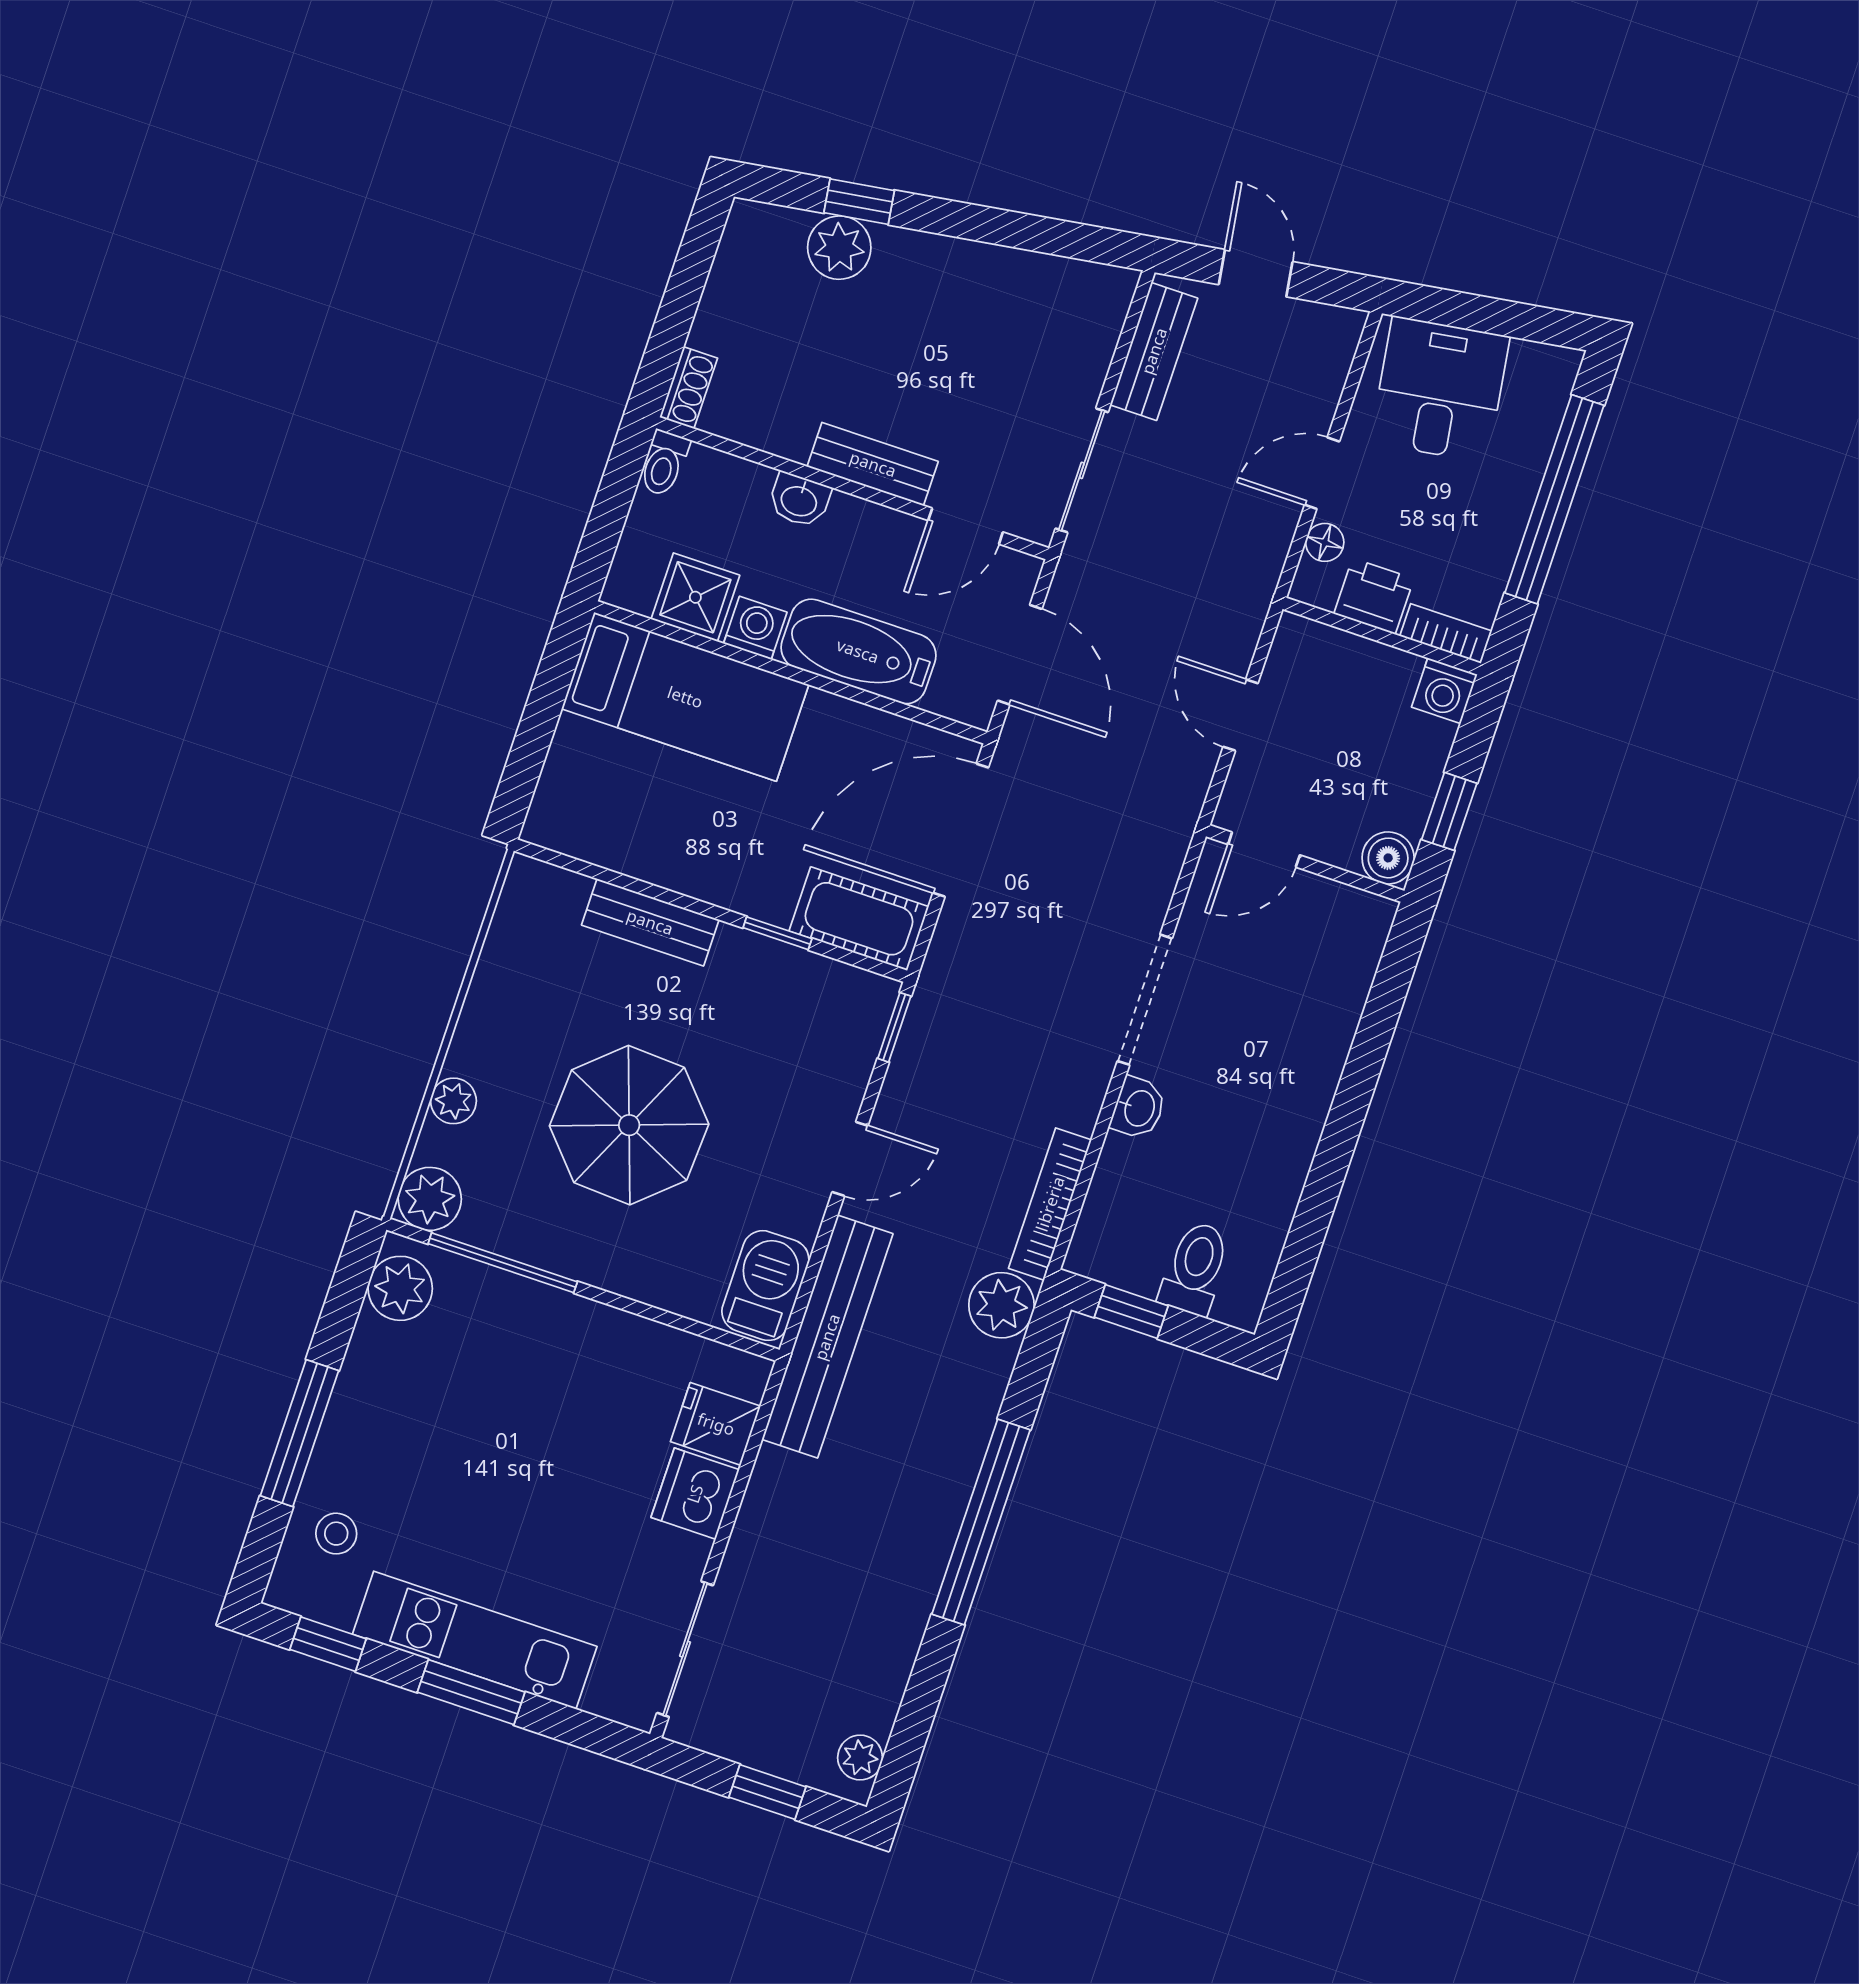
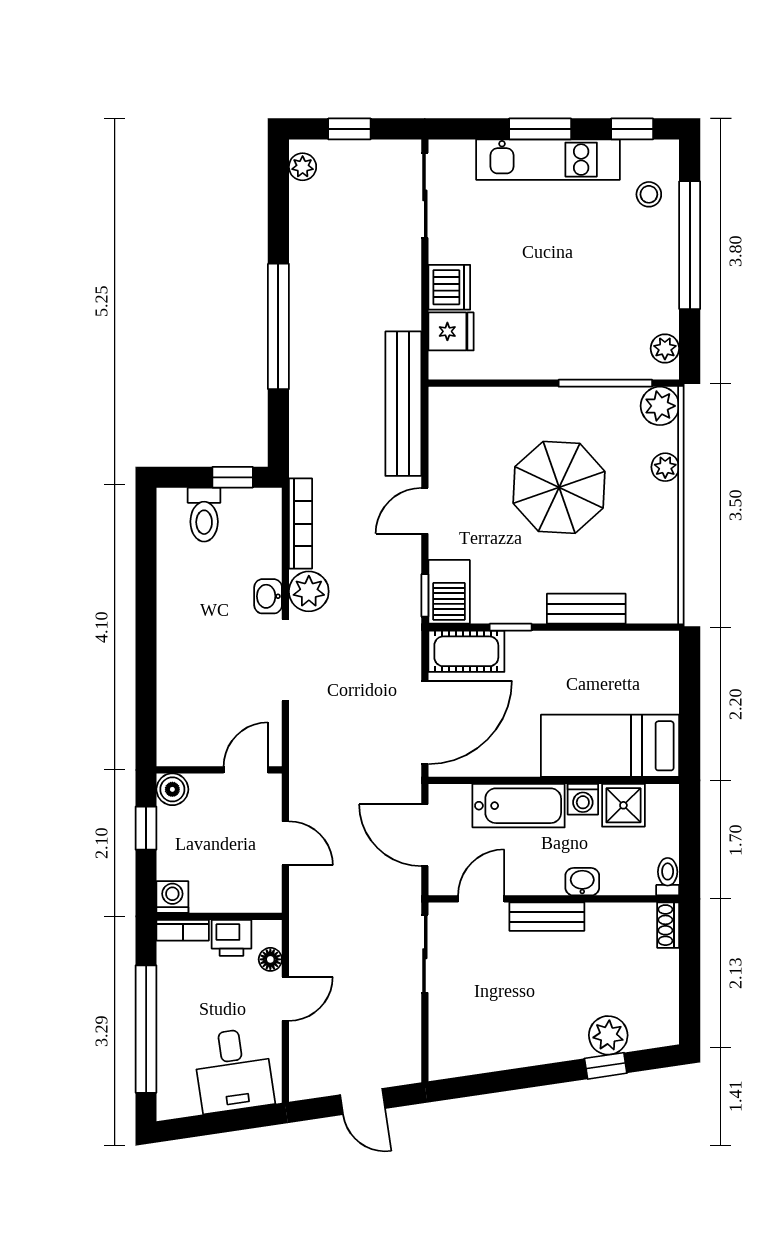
bench: (1154, 351) -> (406, 1036), removed
barbecue: (765, 1286) -> (449, 592), moved
plant: (400, 1288) -> (665, 348), width x0.73, depth x0.73
plant: (1001, 1305) -> (309, 591), moved
window: (300, 1433) -> (690, 245), width x1.46

